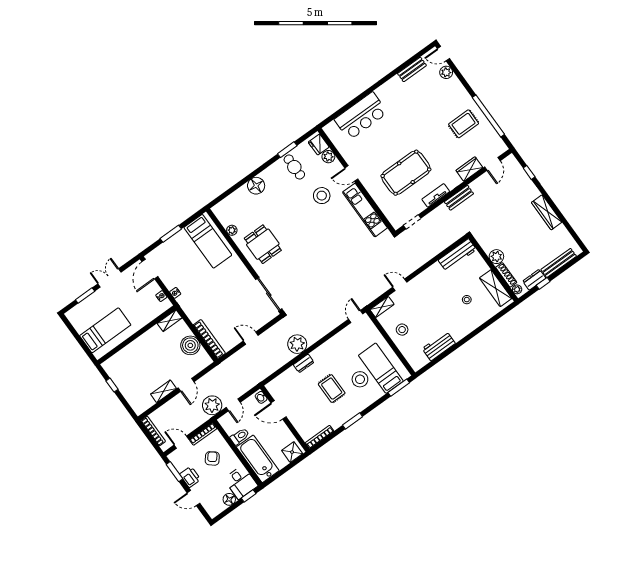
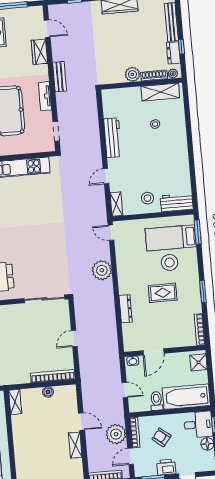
workbench: (457, 255) -> (113, 138), moved
plant: (297, 344) -> (102, 270), moved
boiler: (190, 345) -> (48, 392), width x0.54, depth x0.54
workbench: (439, 346) -> (177, 203), moved, turned 90
dresser: (304, 363) -> (126, 309), width x1.44
plant: (212, 405) -> (116, 434), moved

